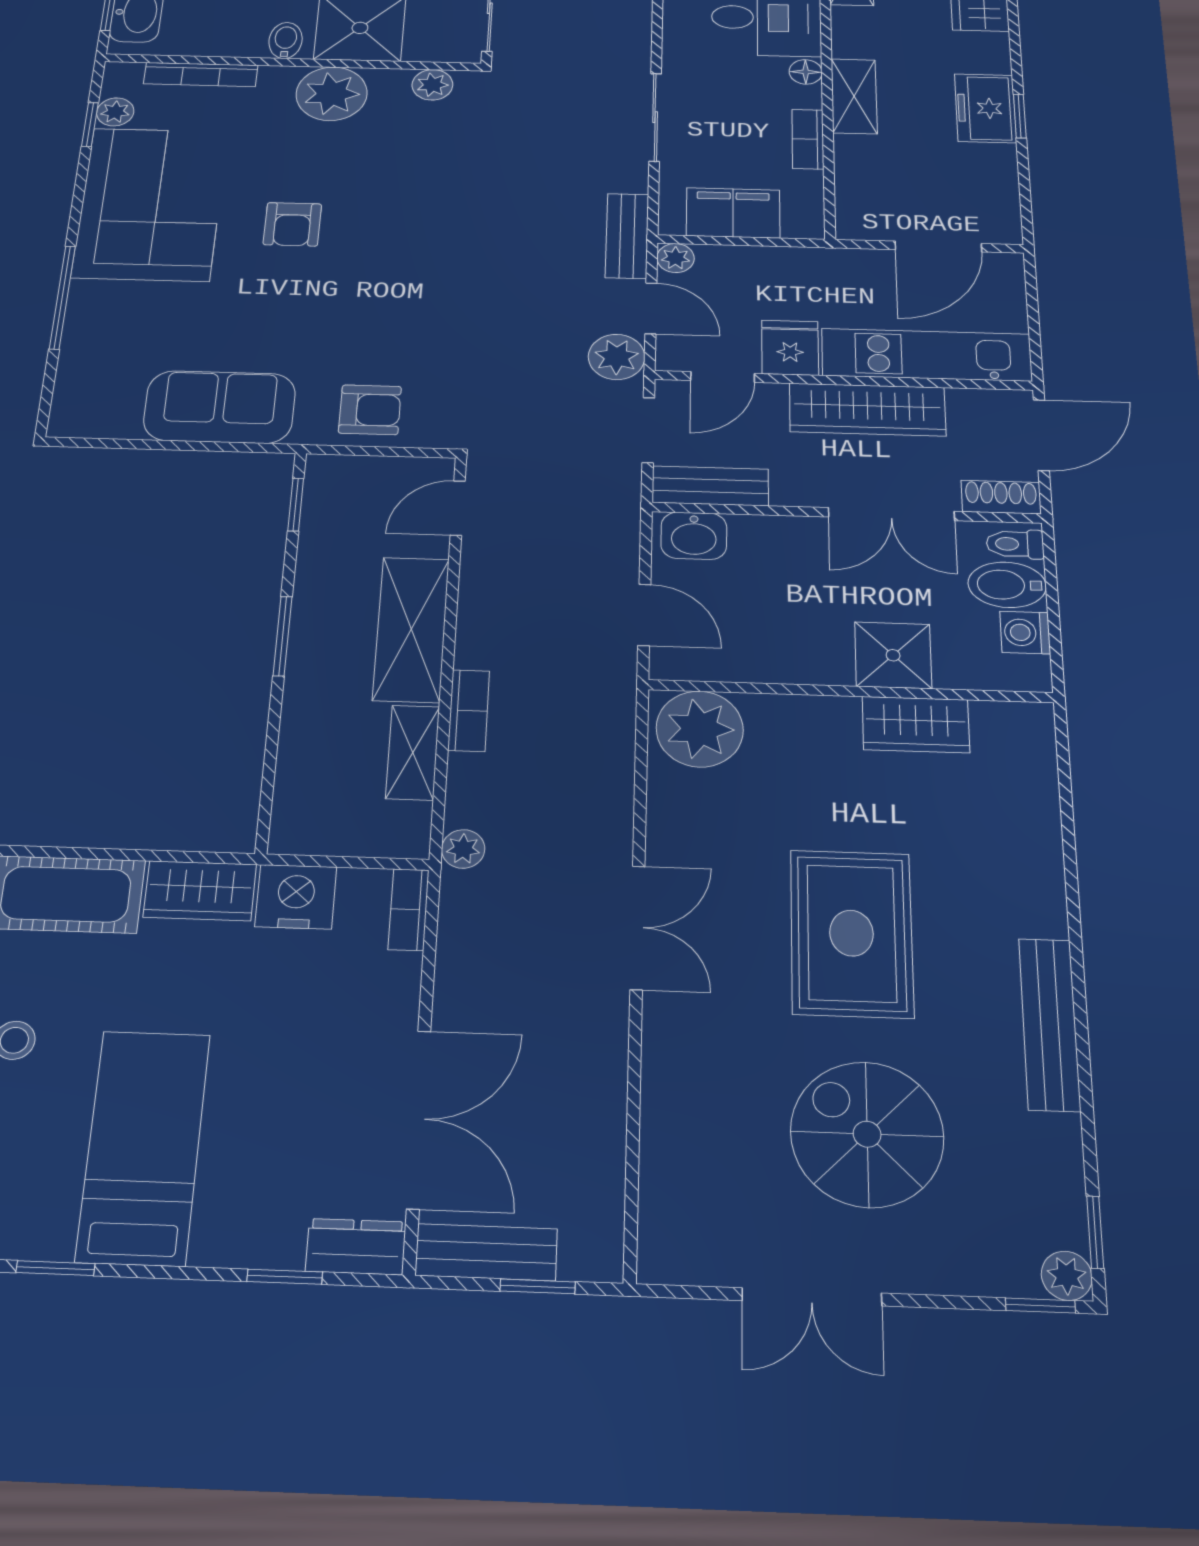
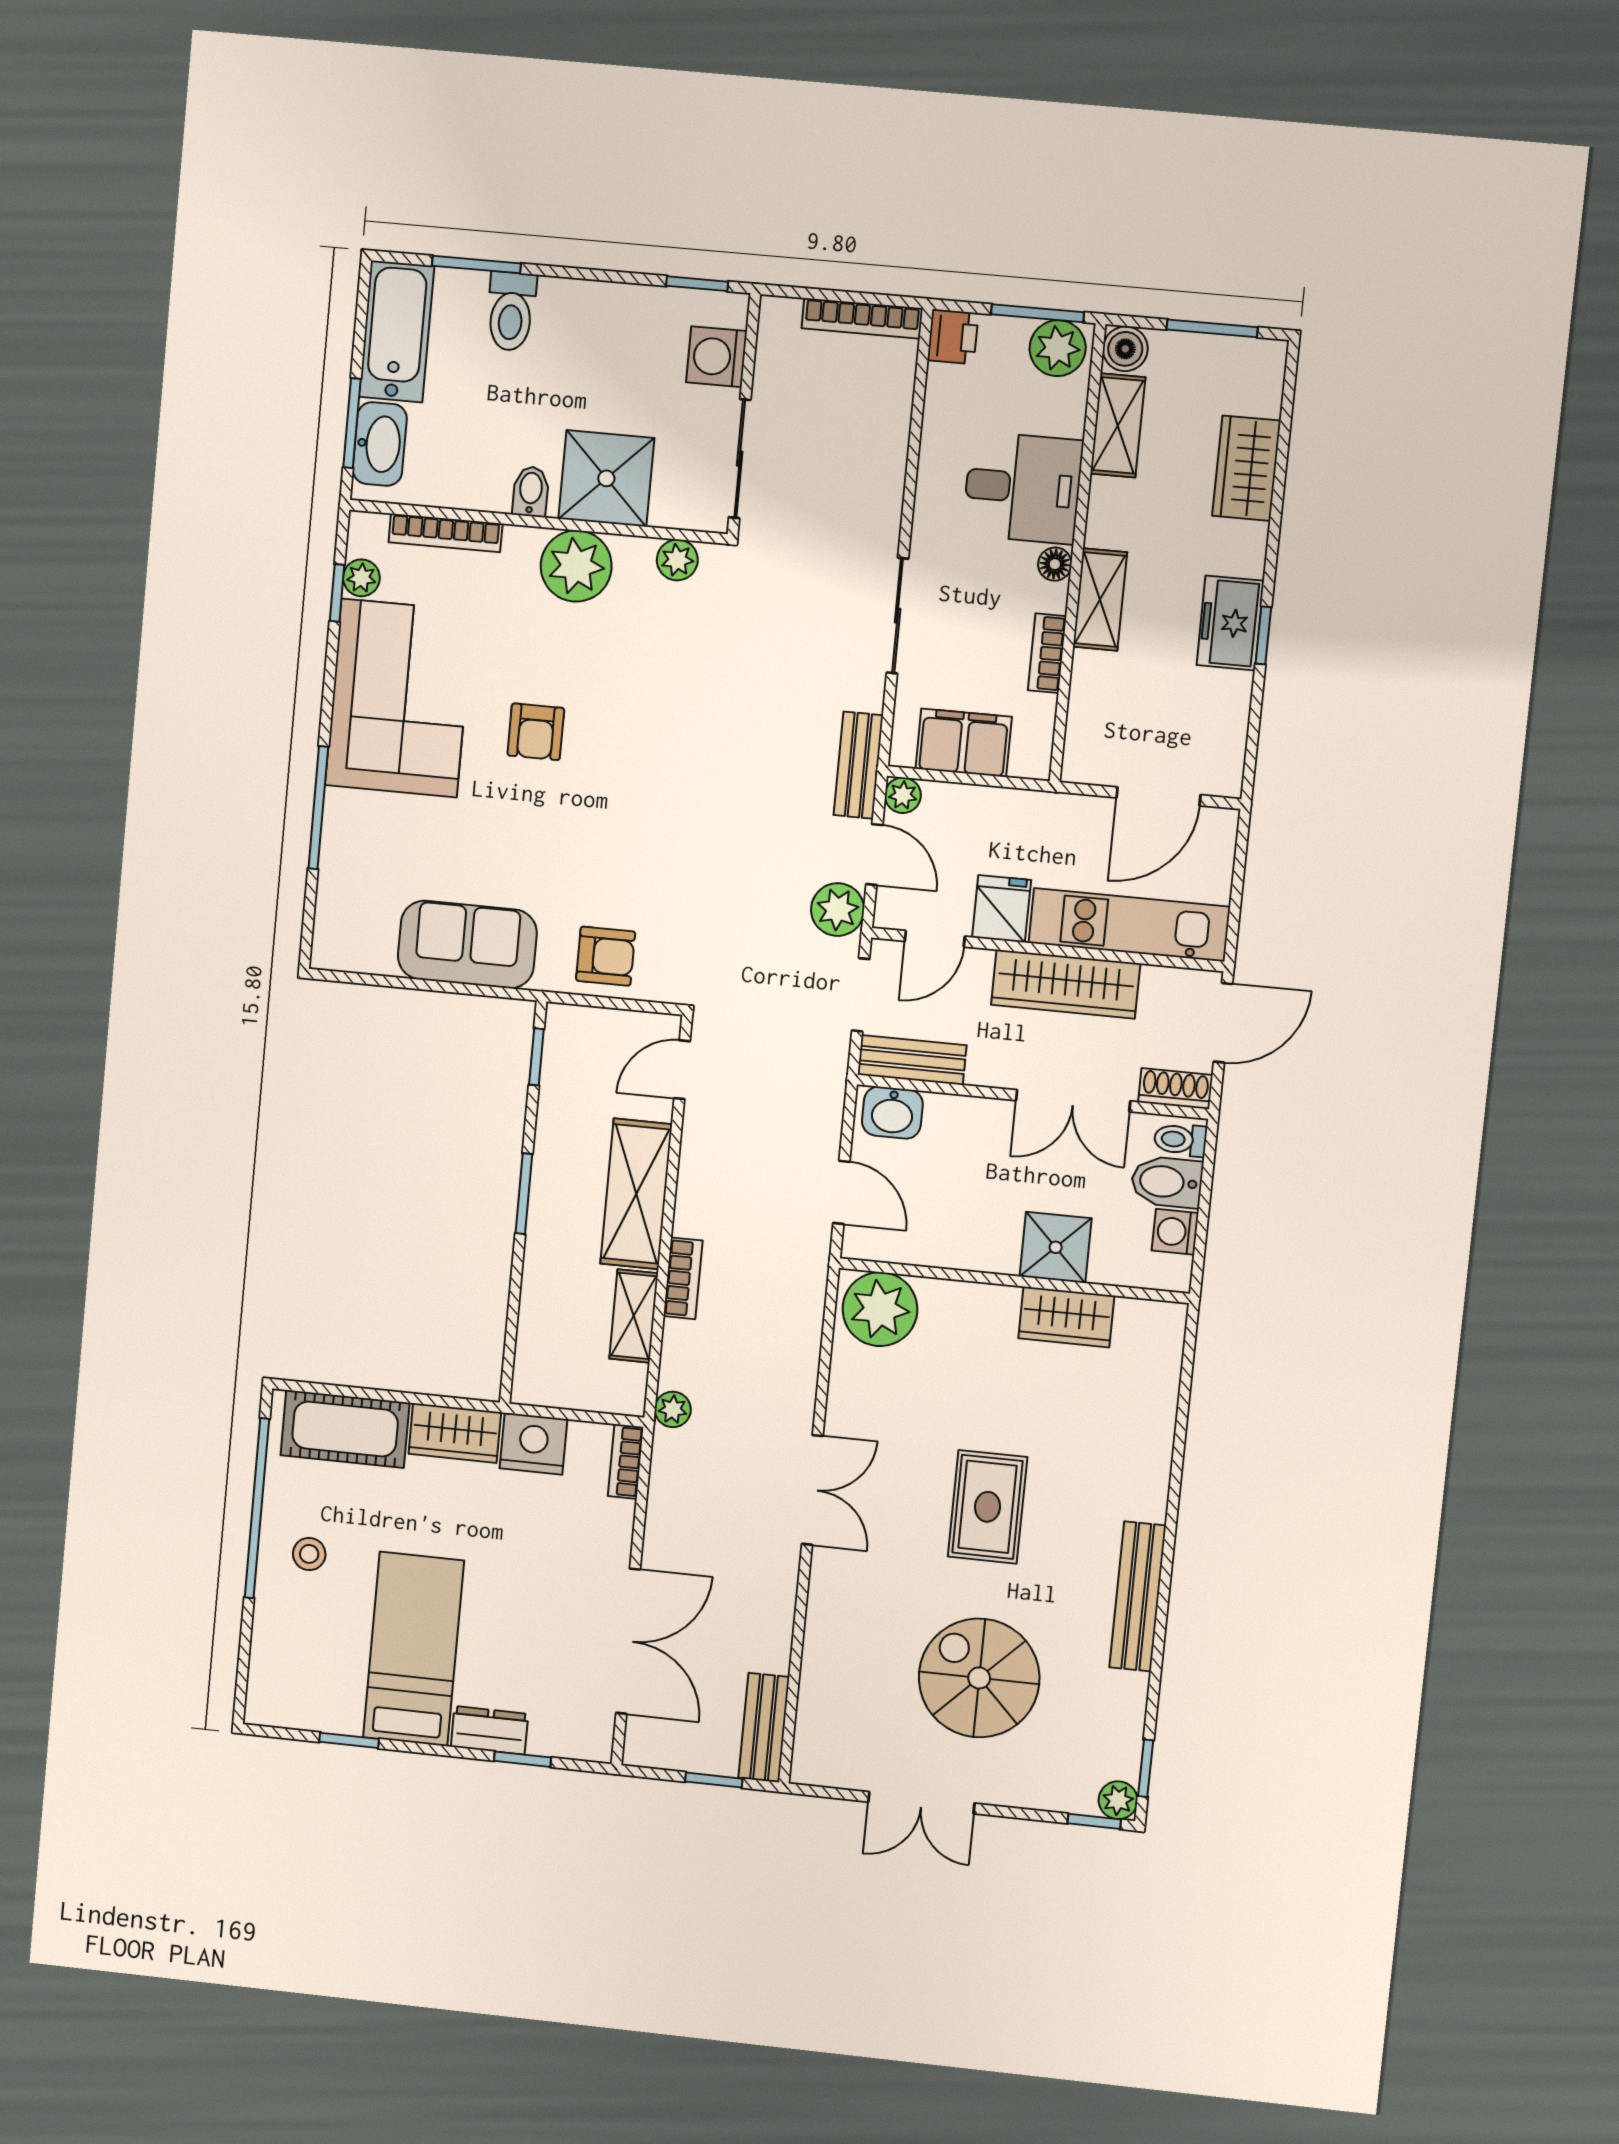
rug: (851, 933) -> (988, 1507), width x0.73, depth x0.70
dresser: (356, 1247) -> (490, 1730), moved
bench: (486, 1252) -> (764, 1728), moved, turned 90

